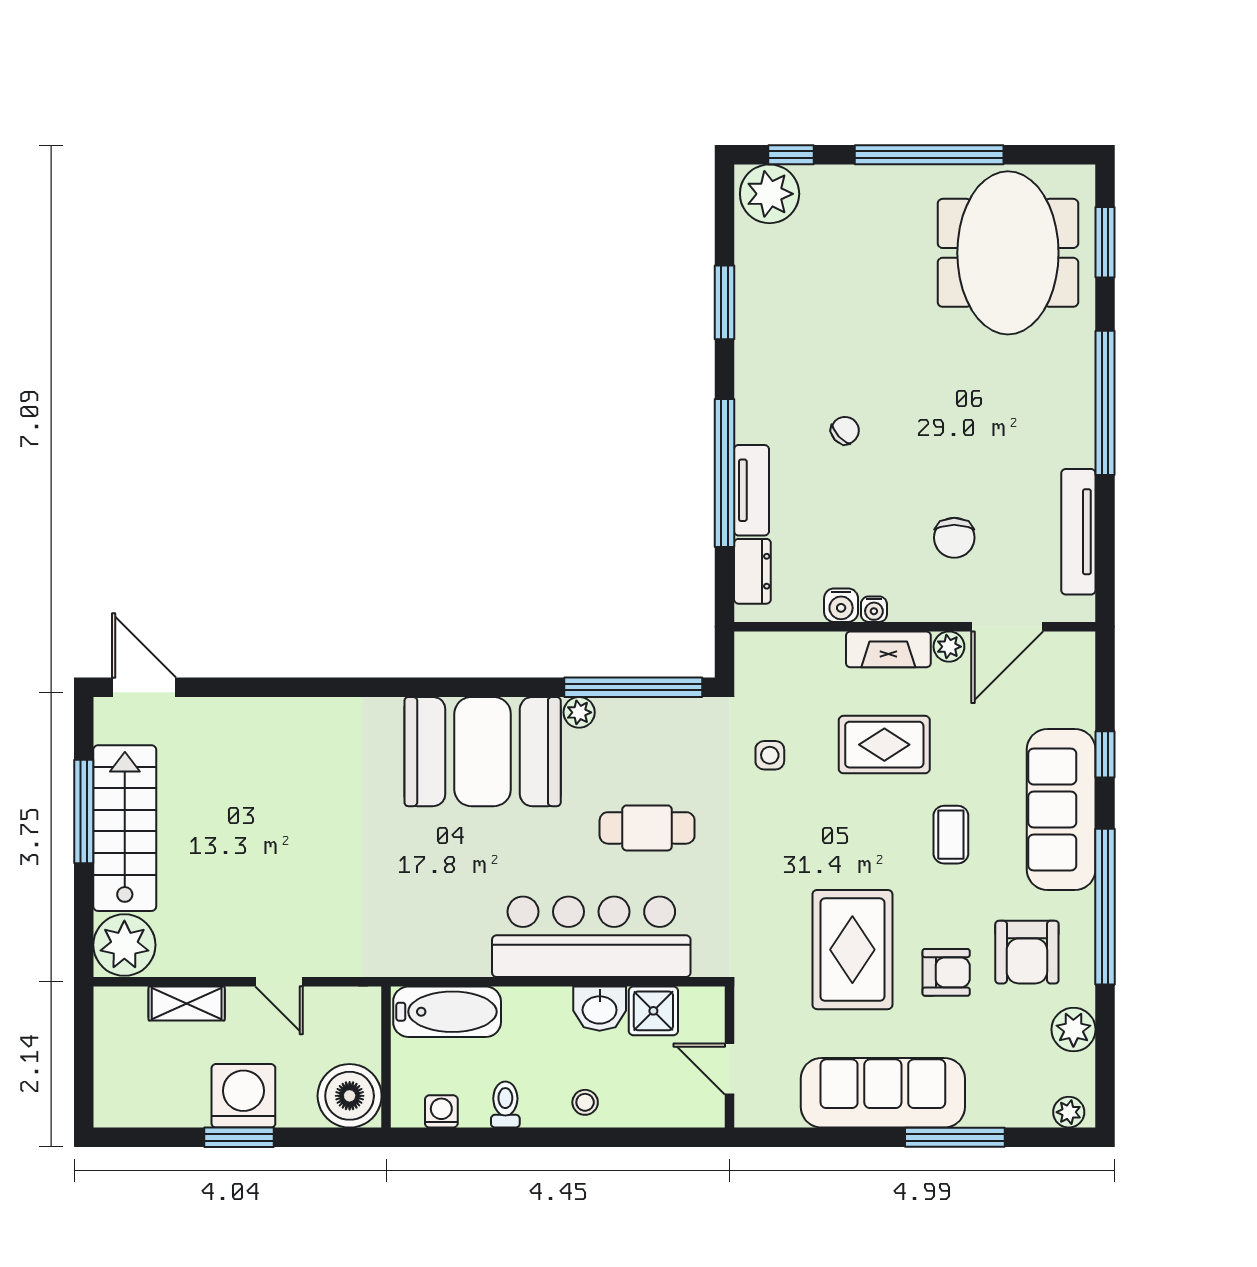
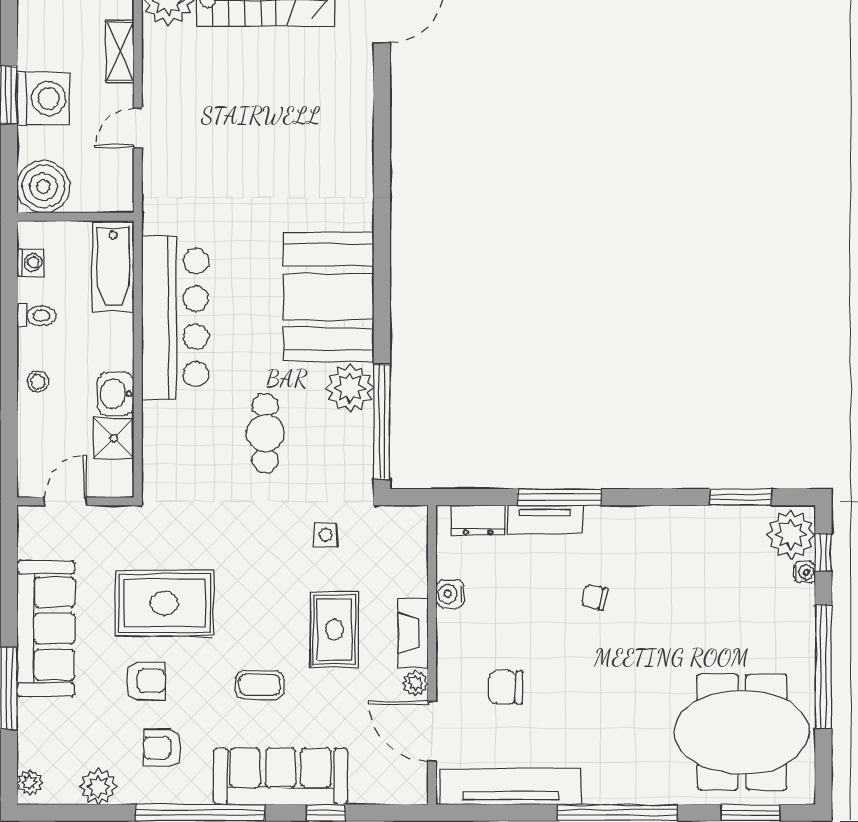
window: (725, 302) -> (741, 497), moved
chair: (845, 430) -> (595, 597), turned 147
window: (725, 473) -> (559, 497), width x0.68
tv unit: (1078, 532) -> (511, 786), width x1.36, depth x1.29
water cooler: (874, 609) -> (805, 572), moved, turned 180
plant: (579, 712) -> (350, 388), width x1.88, depth x1.88
bar counter: (591, 937) -> (175, 317), moved
armchair: (1027, 952) -> (162, 748), width x0.72, depth x0.72
armchair: (946, 972) -> (146, 681), turned -90

